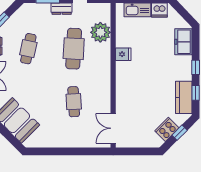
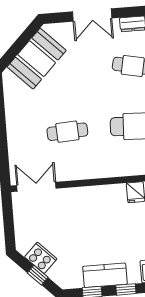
kitchen counter: (184, 97) -> (105, 275), moved

